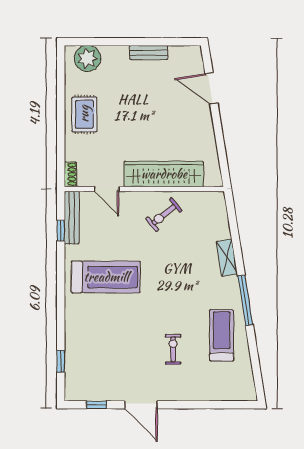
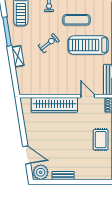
plant: (87, 58) -> (41, 172), moved
exercise bike: (164, 215) -> (49, 43), moved
exercise mat: (126, 320) -> (77, 20), added

